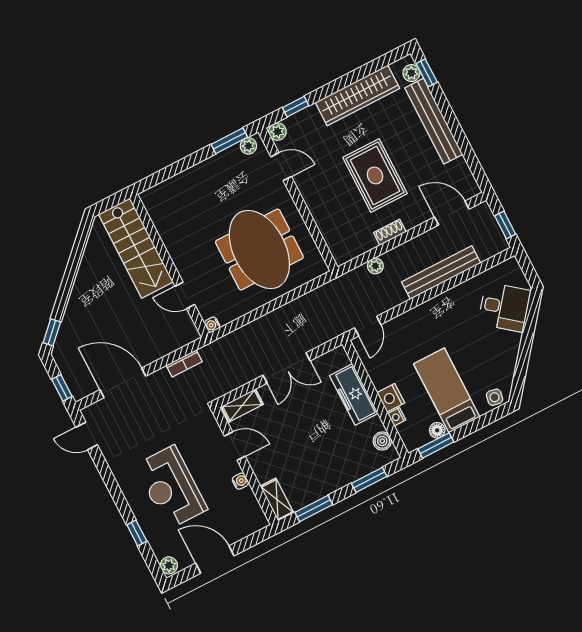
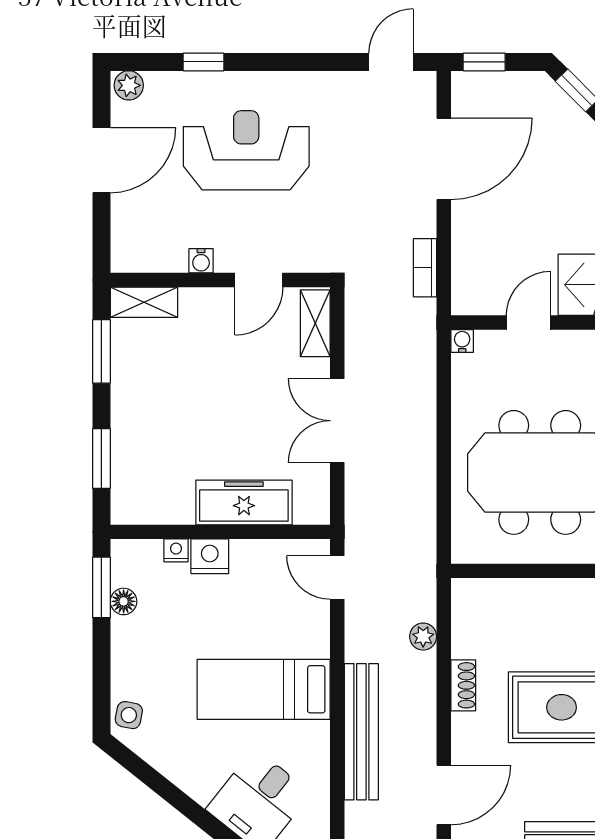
bed: (447, 390) -> (264, 689), moved, turned 180
boiler: (382, 441) -> (150, 509), removed

